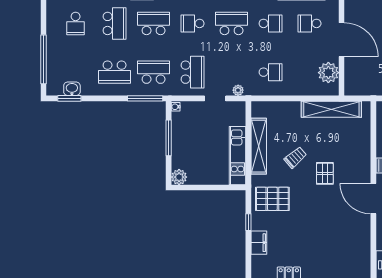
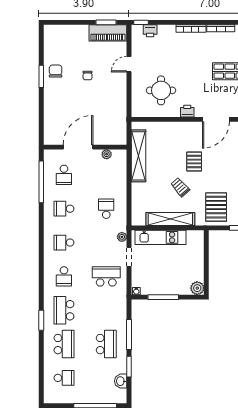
school desk: (115, 23) -> (64, 344), turned 90
school desk: (232, 23) -> (64, 243), width x0.54
school desk: (271, 23) -> (64, 209), turned -90
school desk: (154, 72) -> (106, 310), removed
plant: (328, 73) -> (107, 154), width x0.53, depth x0.53
window: (69, 98) -> (129, 367), moved
window: (145, 98) -> (129, 335), moved
kitchen unit: (237, 156) -> (160, 237), moved
pallet: (325, 173) -> (194, 161), turned 90

